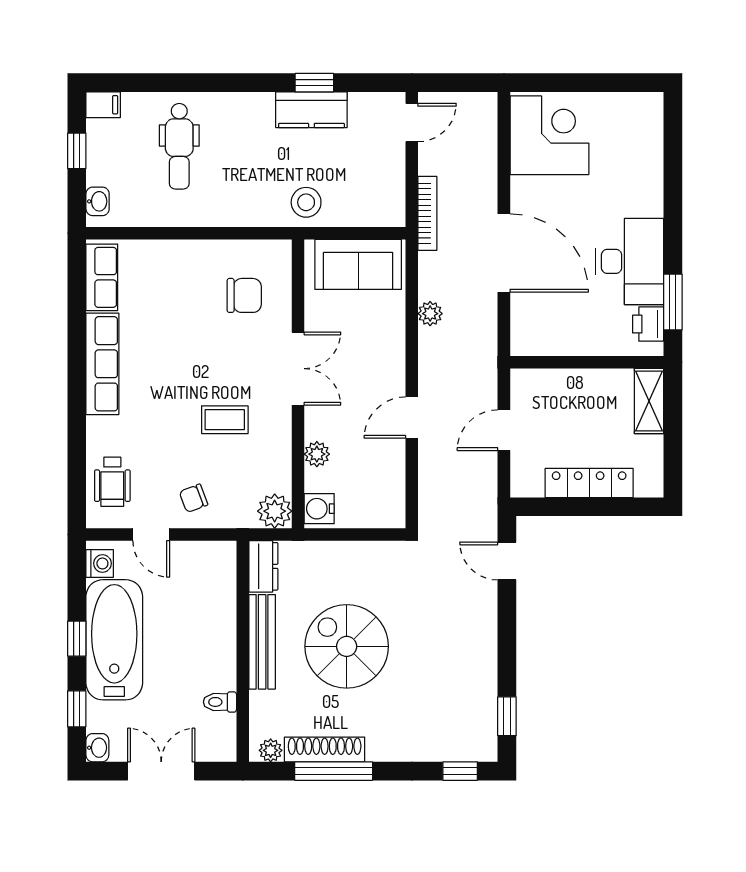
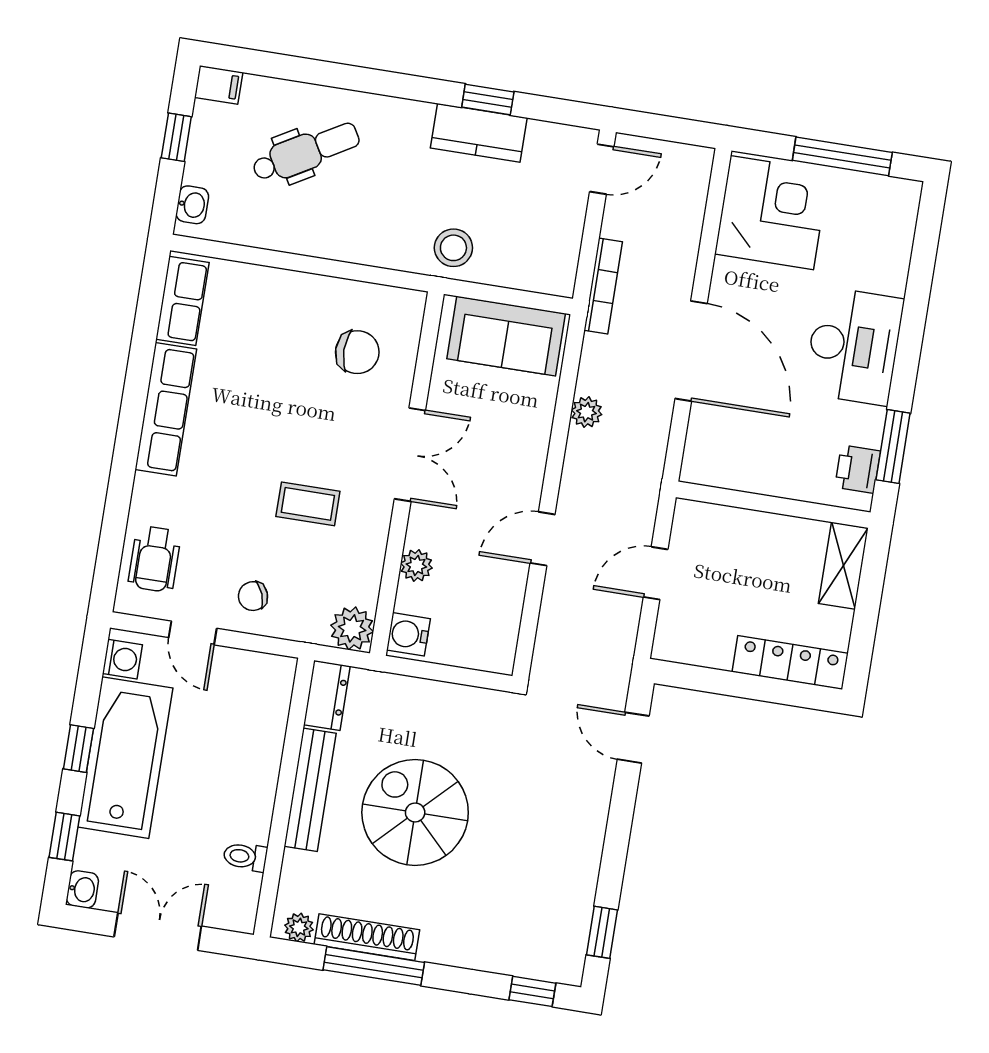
window: (597, 83) -> (842, 156), added
dental chair: (179, 146) -> (306, 152), turned -120
desk: (630, 261) -> (854, 346), moved
locker: (589, 483) -> (790, 662), moved

